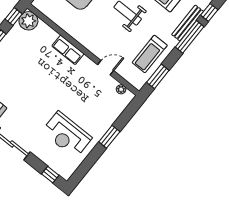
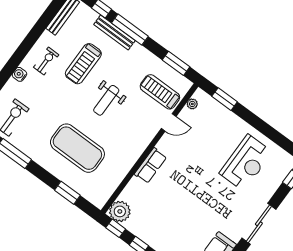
treadmill: (150, 54) -> (160, 92), moved, turned 180
door: (106, 68) -> (169, 122), swing flipped
window: (109, 137) -> (225, 99), moved

